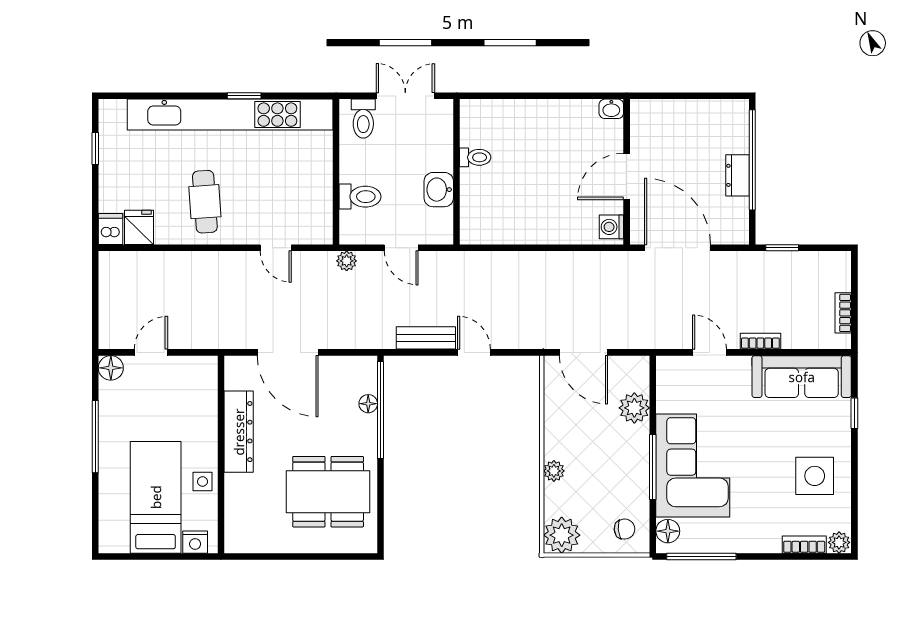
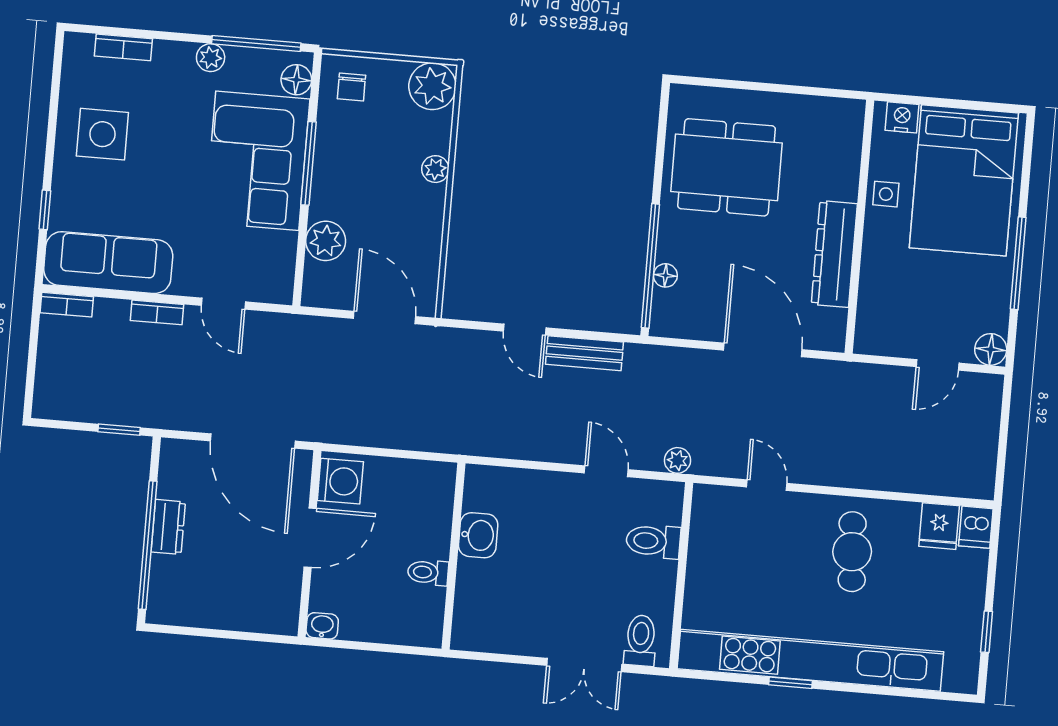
toilet: (475, 157) -> (428, 572), moved
wall: (456, 172) -> (453, 556), moved
washbasin: (439, 190) -> (478, 535), moved
washing machine: (611, 227) -> (340, 481), width x1.38, depth x1.38
bookcase: (843, 313) -> (67, 305), moved, turned 90
bed: (156, 497) -> (964, 180), width x1.50
chair: (625, 529) -> (351, 87), turned -85
plant: (839, 542) -> (211, 58), moved

